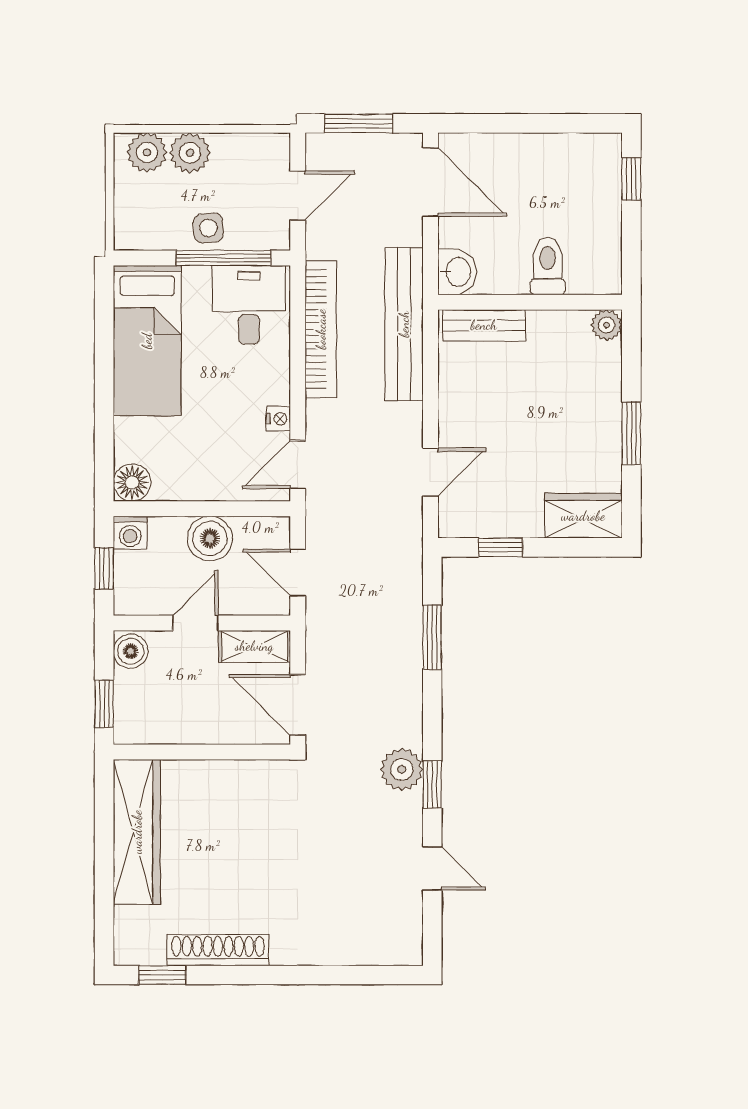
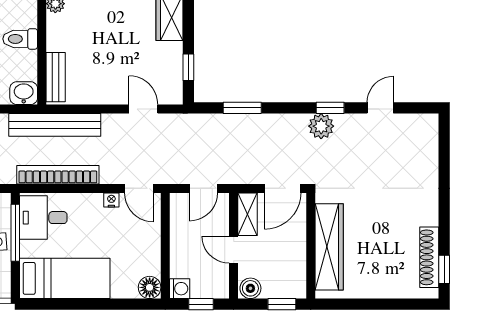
boiler: (210, 538) -> (183, 241), removed
wardrobe: (137, 832) -> (329, 247), moved, turned 90
shoe rack: (218, 950) -> (429, 257), moved

